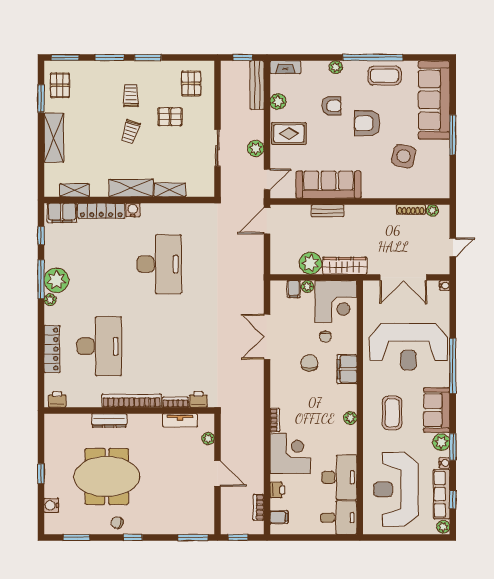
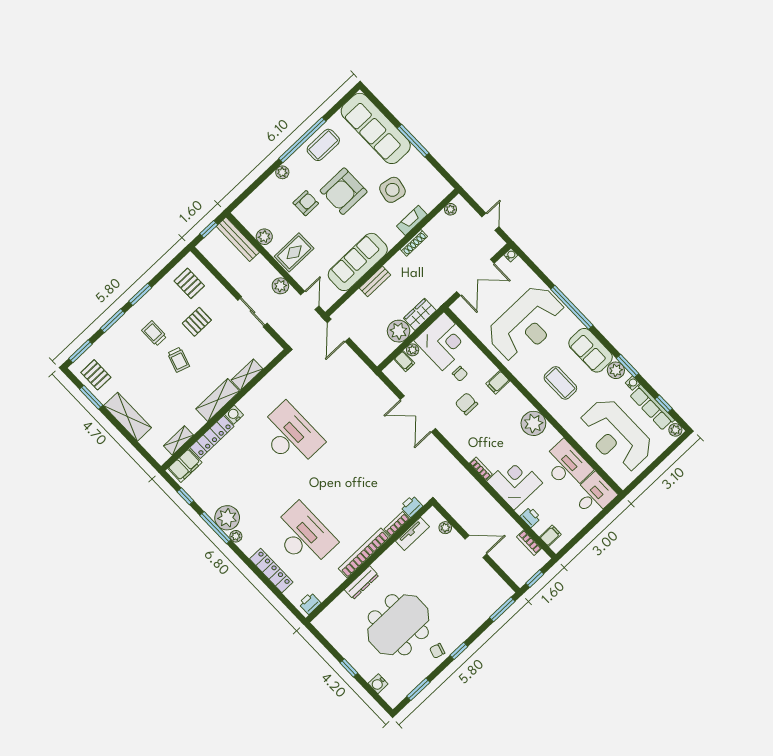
fireplace: (285, 67) -> (412, 220), moved, turned 180
armchair: (367, 123) -> (344, 191), width x1.36, depth x1.36
shoe rack: (411, 210) -> (414, 243), moved
wardrobe: (345, 266) -> (420, 314), width x0.67
filing cabinet: (347, 369) -> (498, 382), width x0.50
plant: (350, 418) -> (533, 423), width x1.87, depth x1.87

